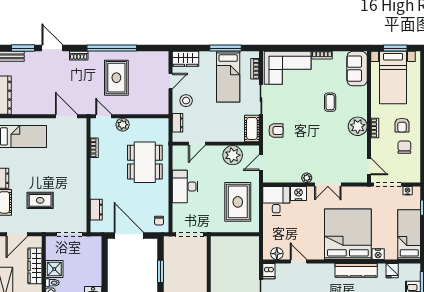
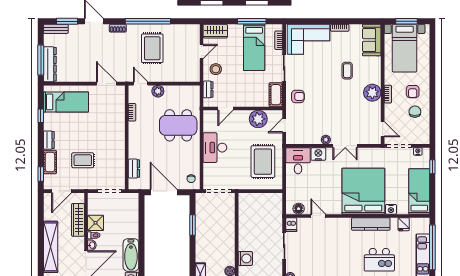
dining table: (145, 162) -> (178, 125), turned 90

